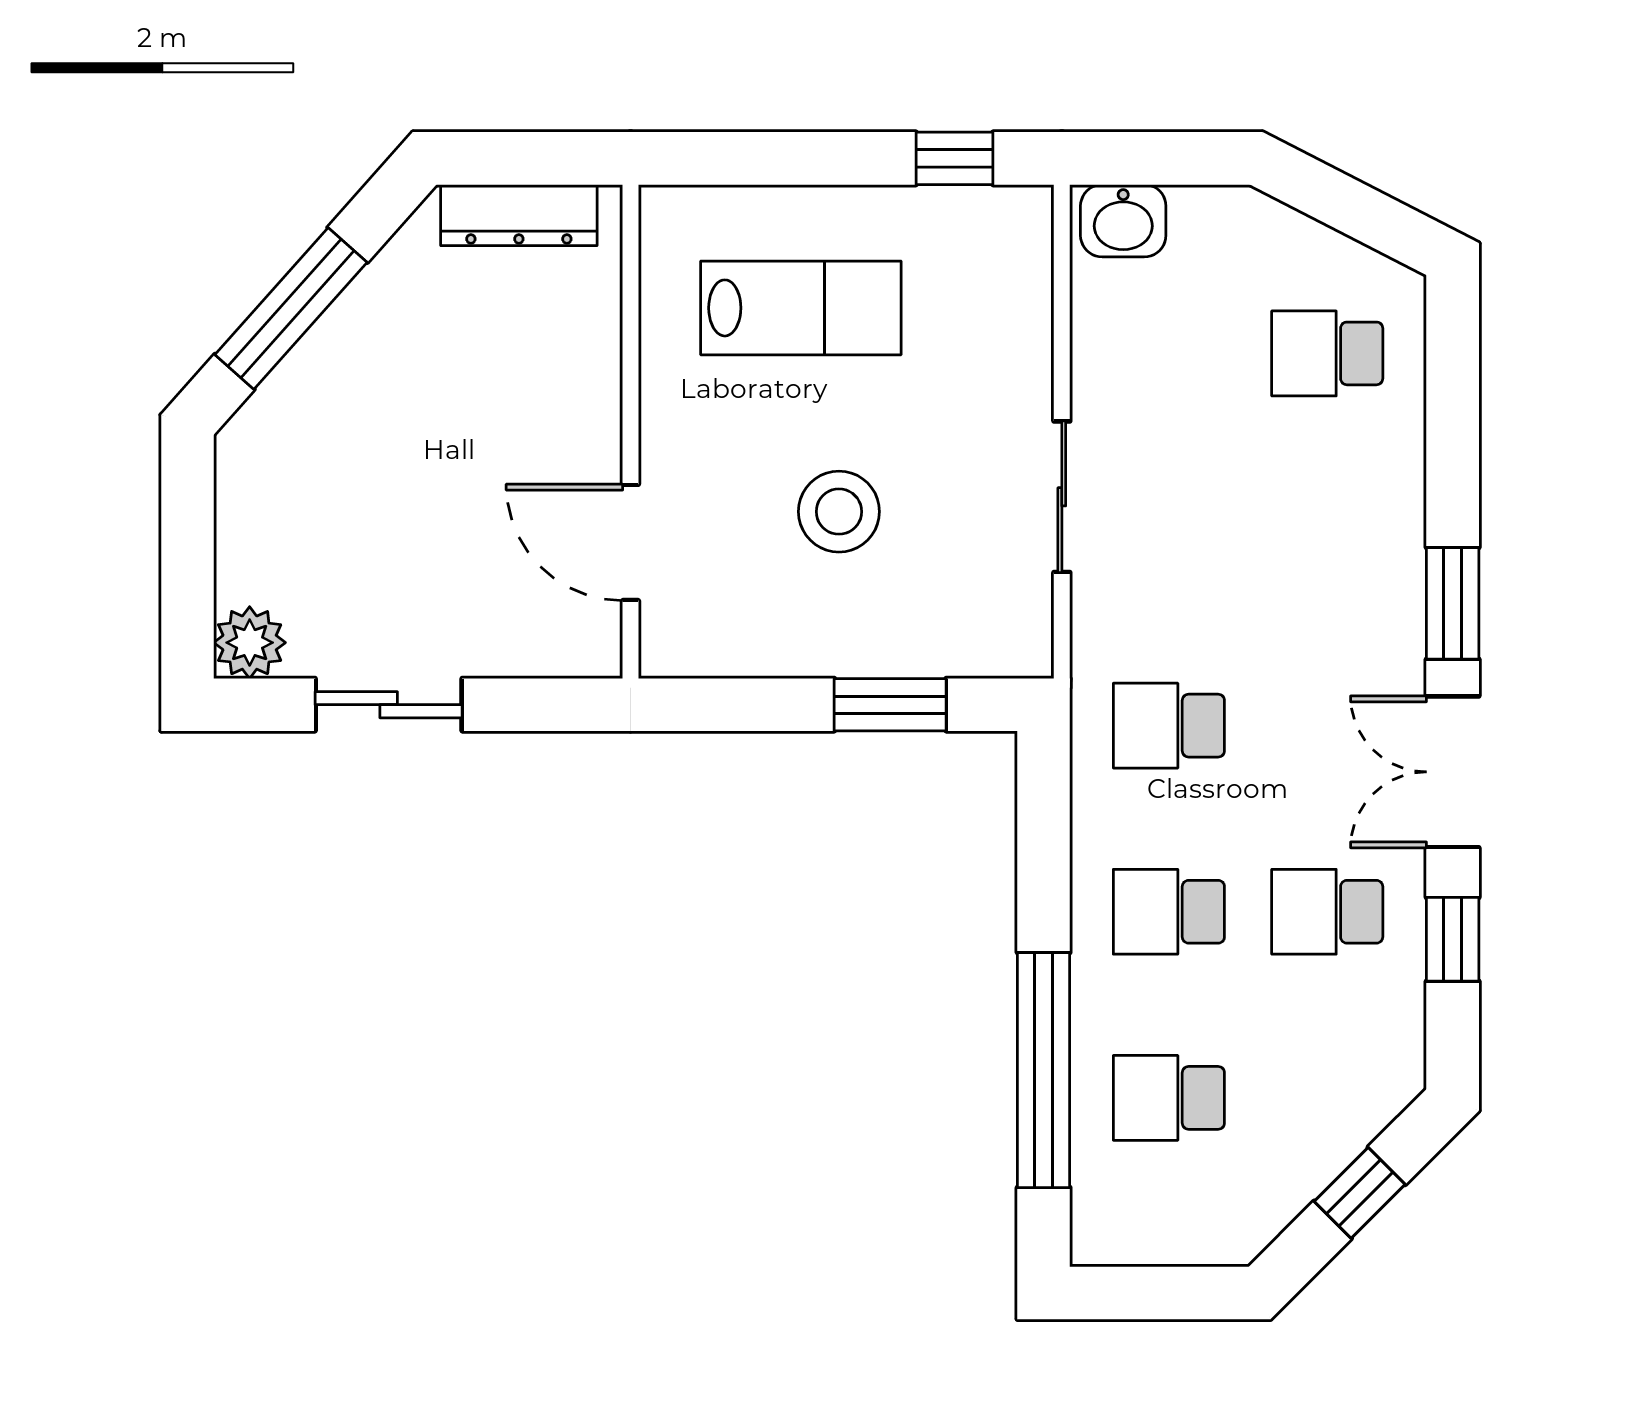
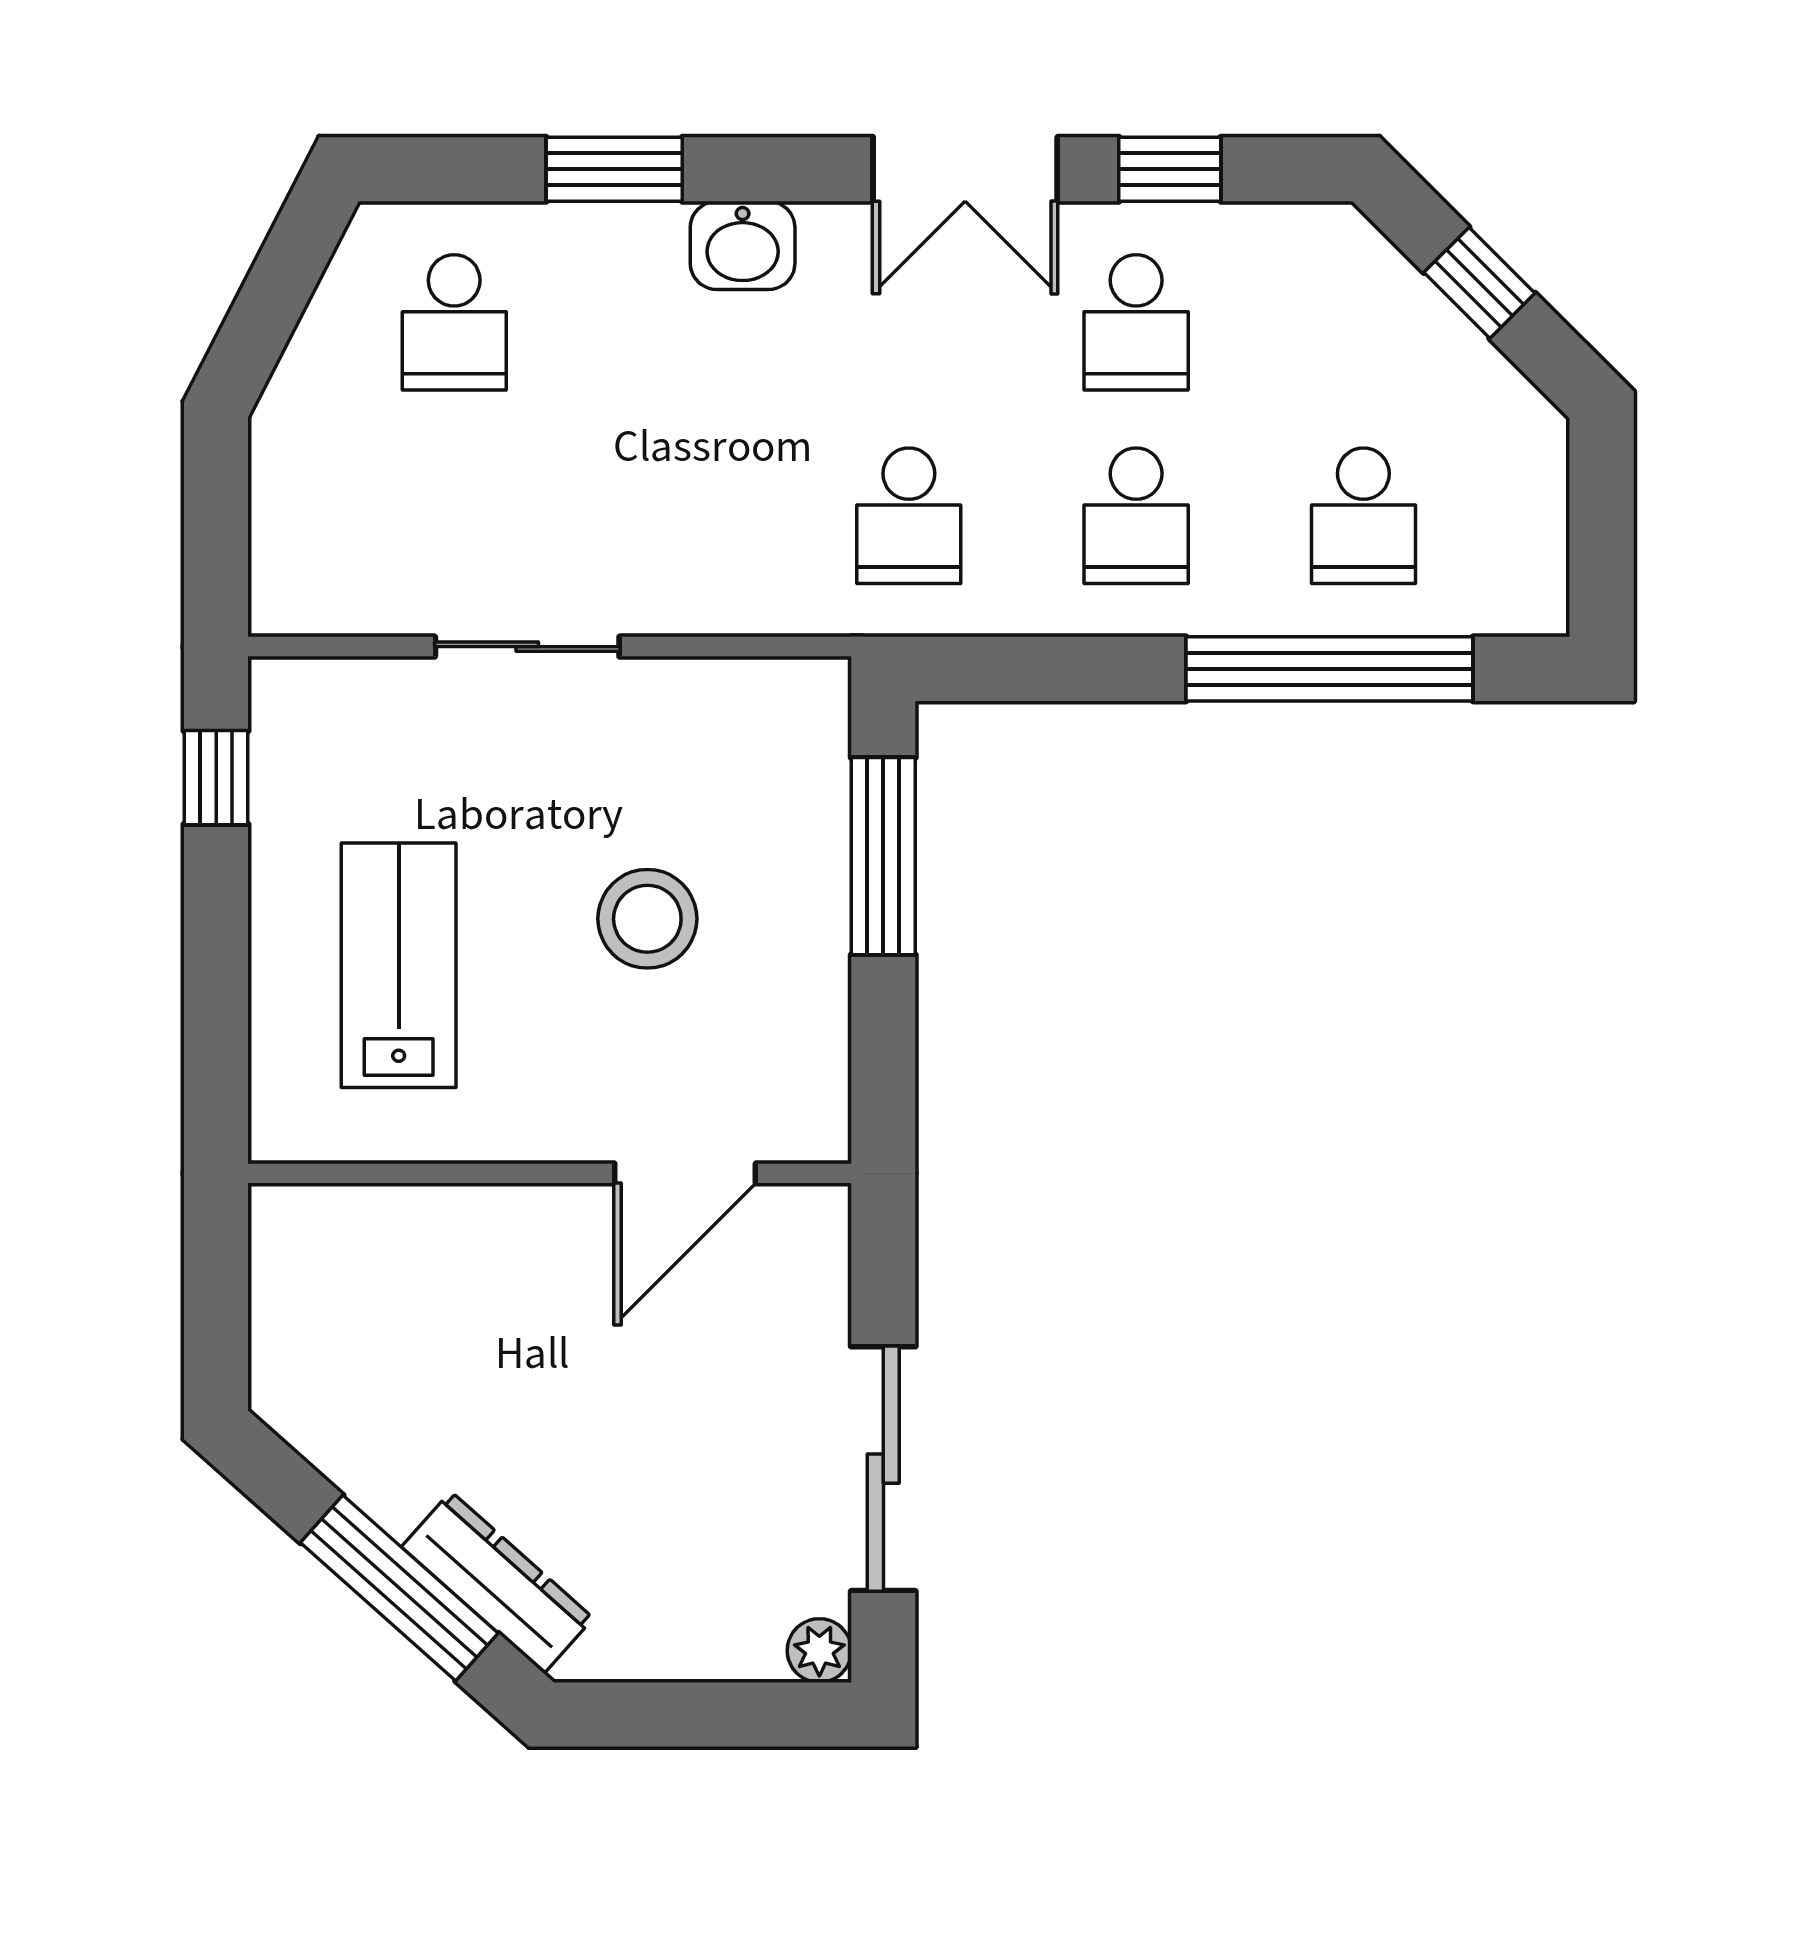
dresser: (519, 215) -> (497, 1582), moved, turned -48
washbasin: (1123, 221) -> (743, 245), moved, turned 90
sliding door: (1062, 497) -> (527, 647), moved
window: (1453, 603) -> (614, 169), moved
plant: (250, 643) -> (819, 1651), width x0.73, depth x0.73
sliding door: (389, 705) -> (883, 1469), width x1.37
window: (890, 705) -> (883, 856), width x1.44

